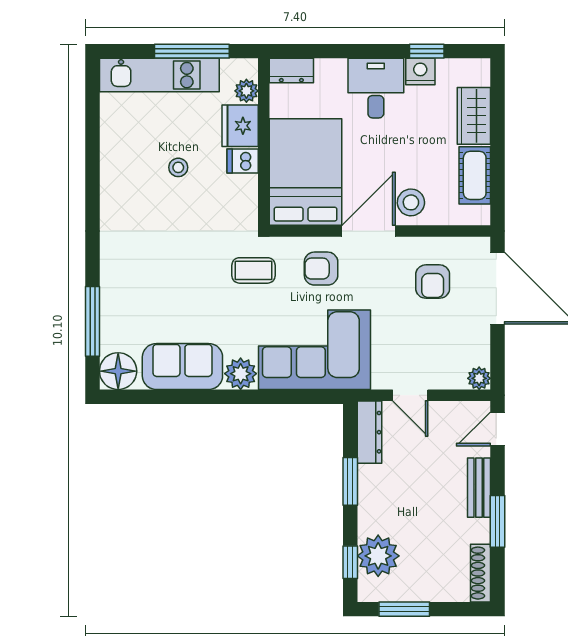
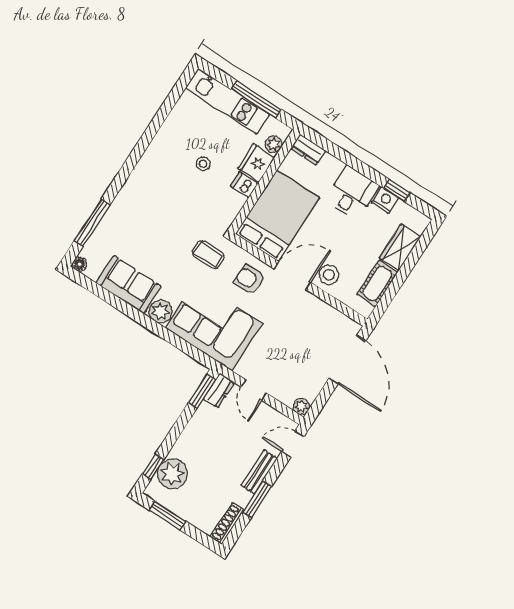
armchair: (433, 282) -> (311, 331), removed
floor lamp: (118, 371) -> (80, 264), width x0.53, depth x0.53
dresser: (369, 432) -> (219, 391), width x0.70
window: (350, 481) -> (202, 391), moved

